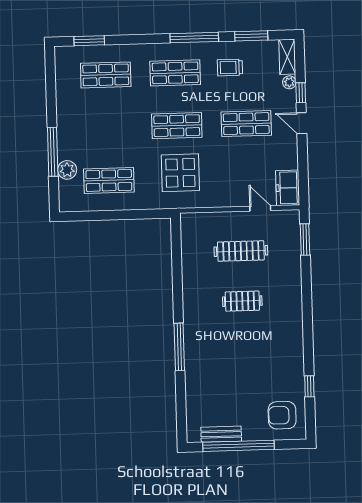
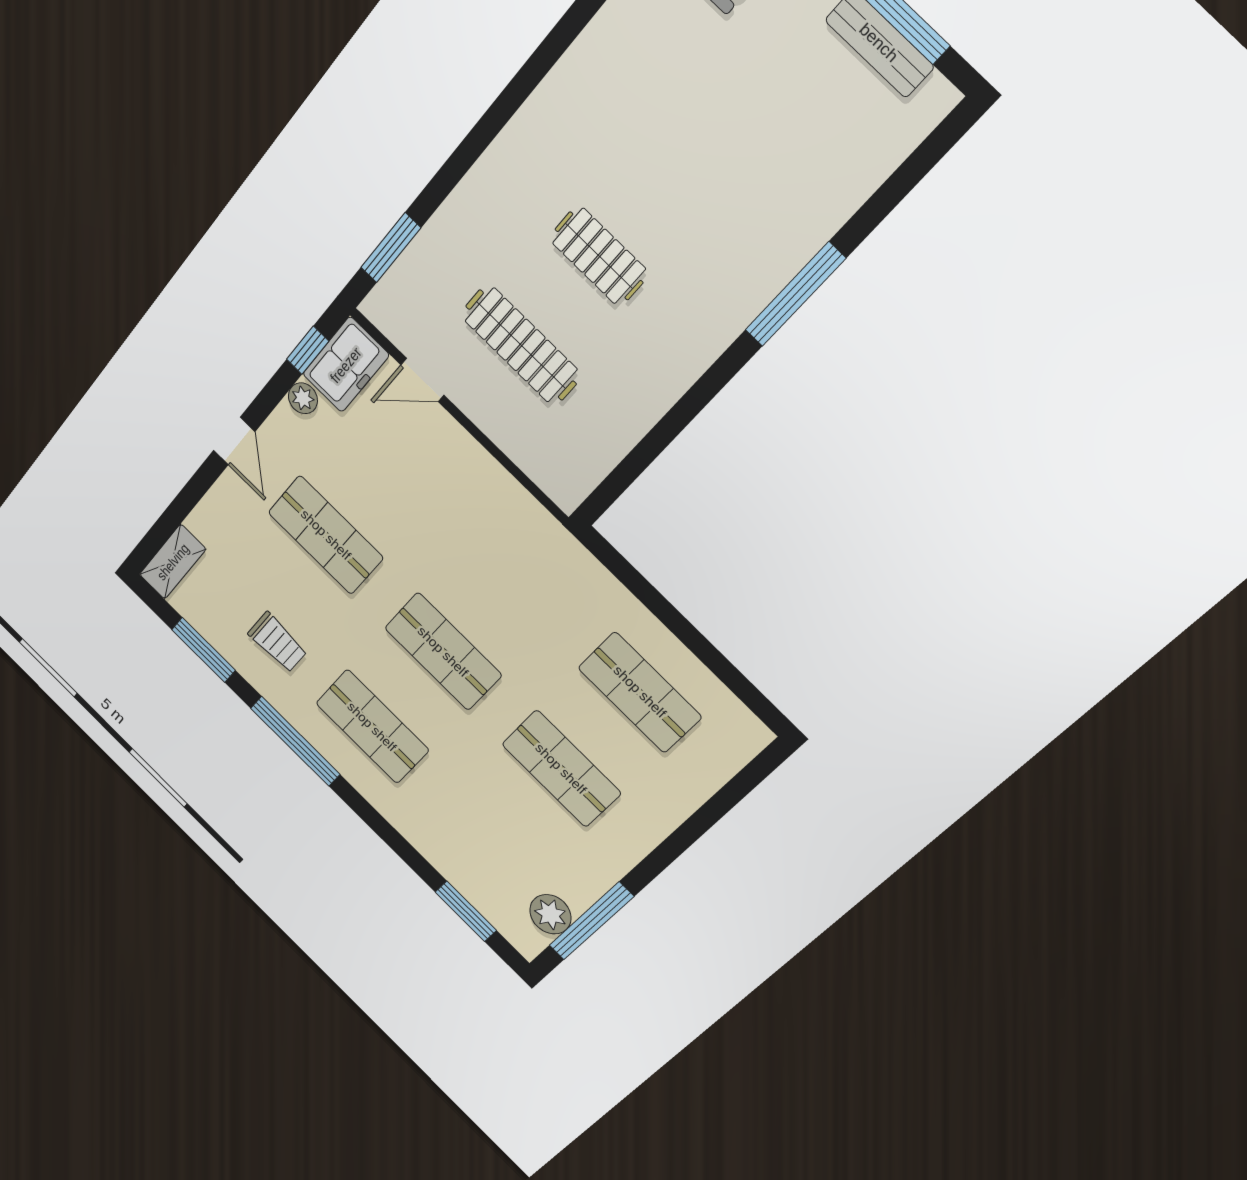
shop shelf: (106, 75) -> (561, 769), moved
plant: (289, 82) -> (303, 398), moved
window: (301, 93) -> (308, 350), moved
window: (53, 152) -> (591, 921), moved
plant: (67, 170) -> (550, 914), moved
display table: (180, 173) -> (506, 577), removed
door: (260, 208) -> (422, 380), hinge flipped

